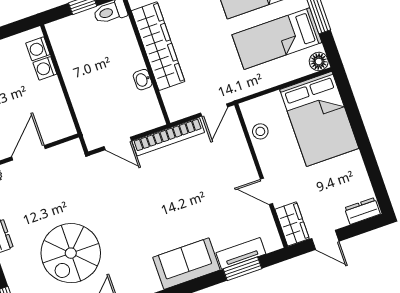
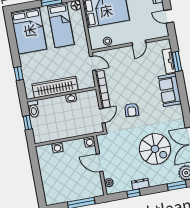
washing machine: (38, 49) -> (90, 142), moved
armchair: (138, 197) -> (132, 110), added
wardrobe: (292, 224) -> (158, 32), removed
door: (325, 240) -> (169, 16), swing flipped

